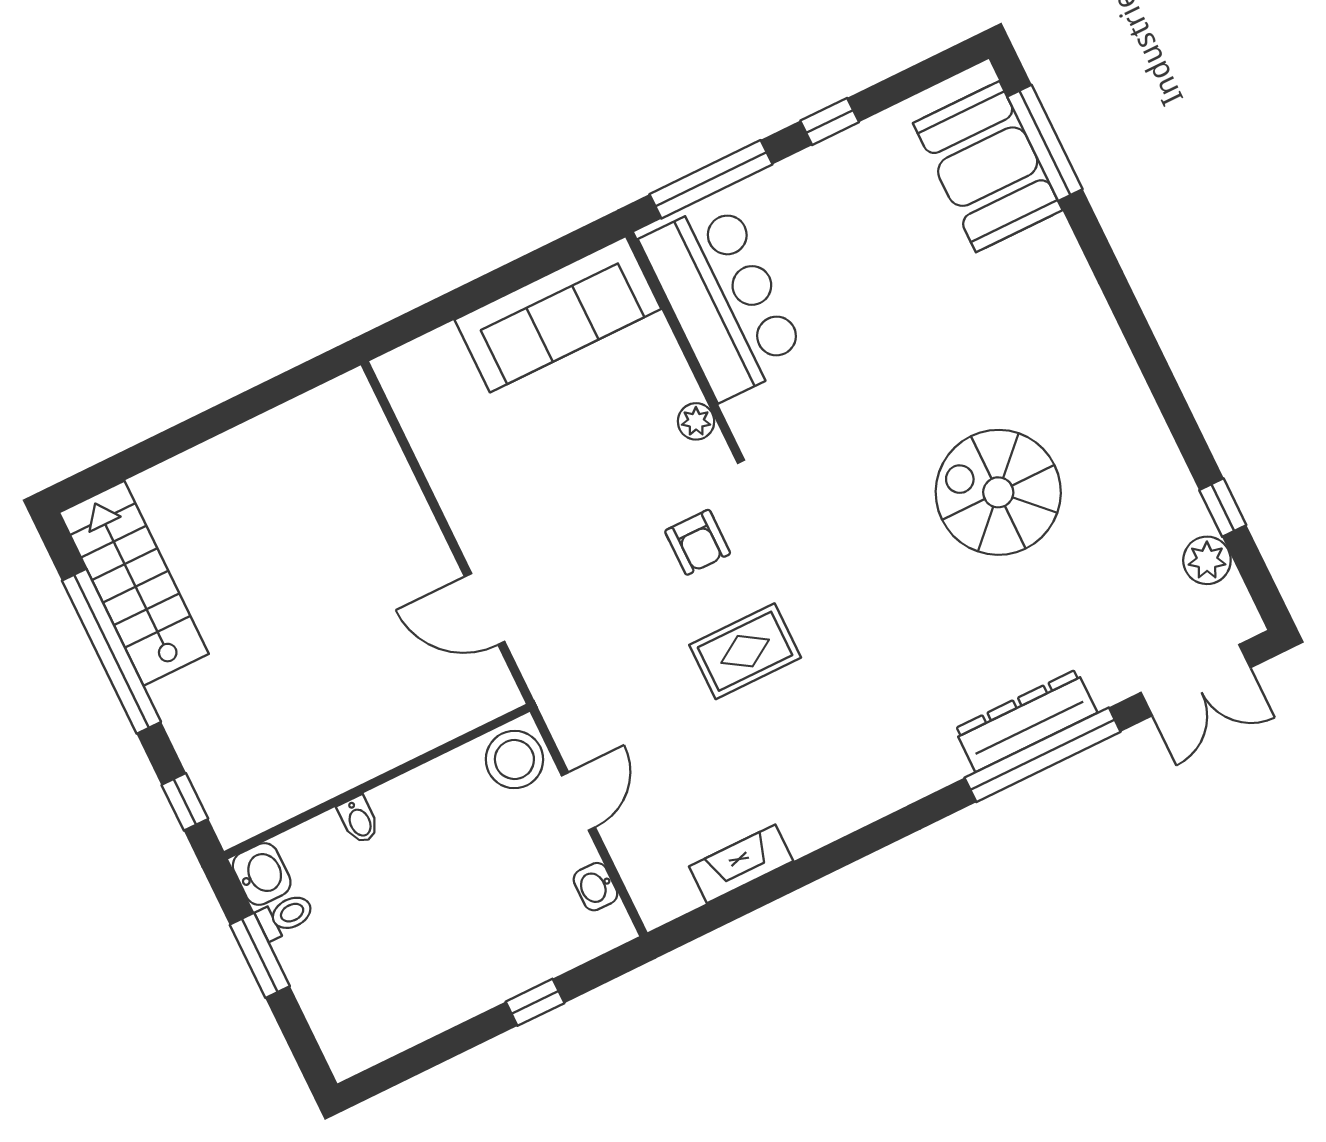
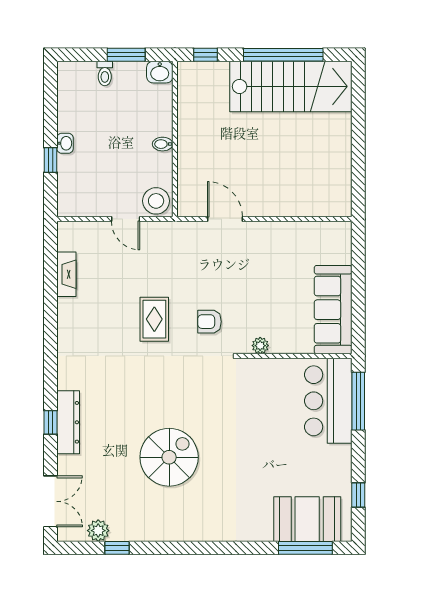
window: (830, 121) -> (358, 495), moved
bar counter: (723, 299) -> (328, 401), moved, turned 90
stairs: (134, 583) -> (291, 86), width x1.36, depth x1.51
door: (485, 609) -> (225, 219), hinge flipped
double door: (1196, 680) -> (51, 501), swing flipped
window: (1043, 755) -> (51, 422), width x0.32
bidet: (359, 820) -> (163, 144), moved
washbasin: (595, 887) -> (65, 143), moved, turned 90
toilet: (285, 916) -> (105, 73), moved

